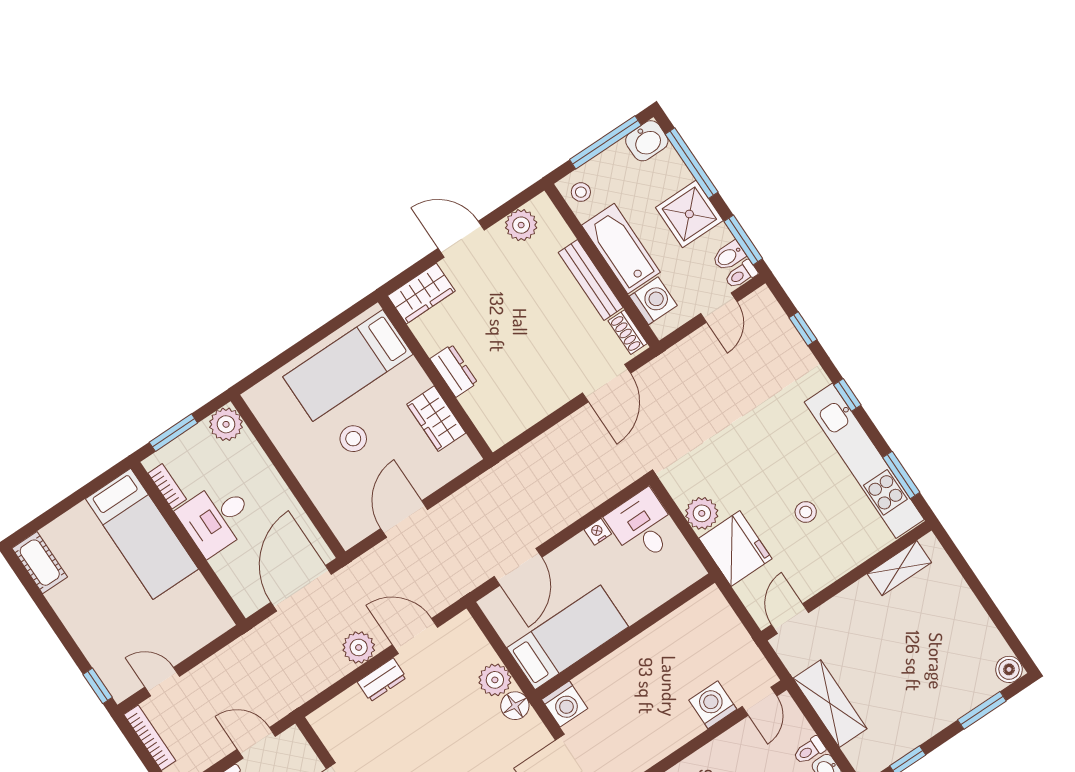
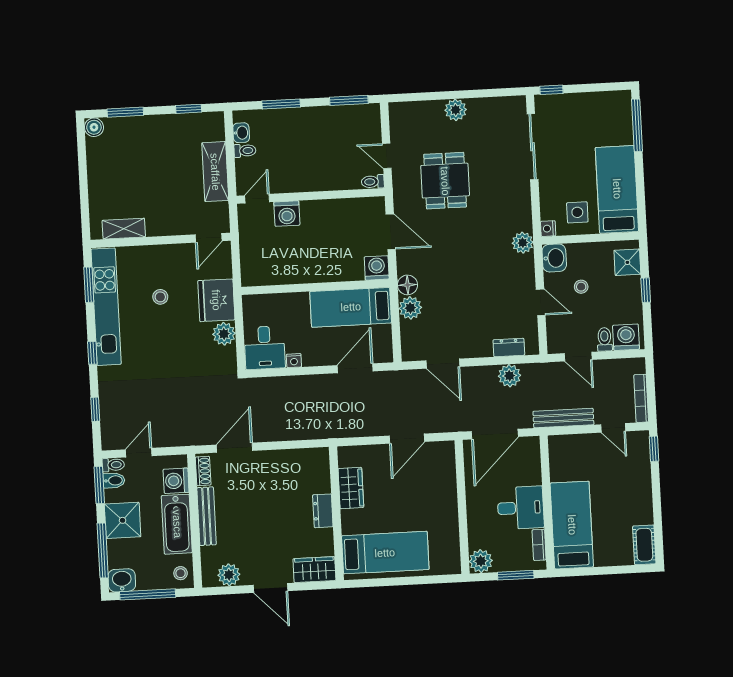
stool: (353, 439) -> (409, 506), removed
plant: (359, 647) -> (509, 376), moved
bench: (230, 658) -> (563, 418), added
dresser: (382, 680) -> (509, 347), moved

